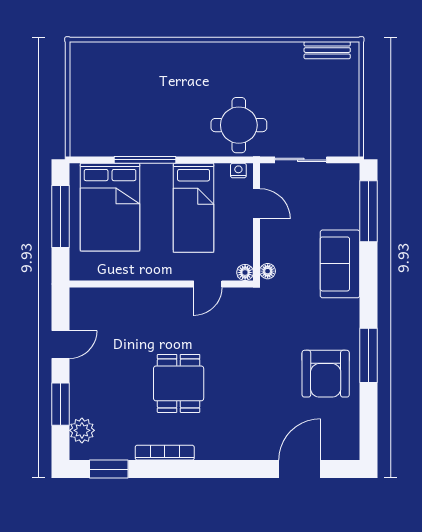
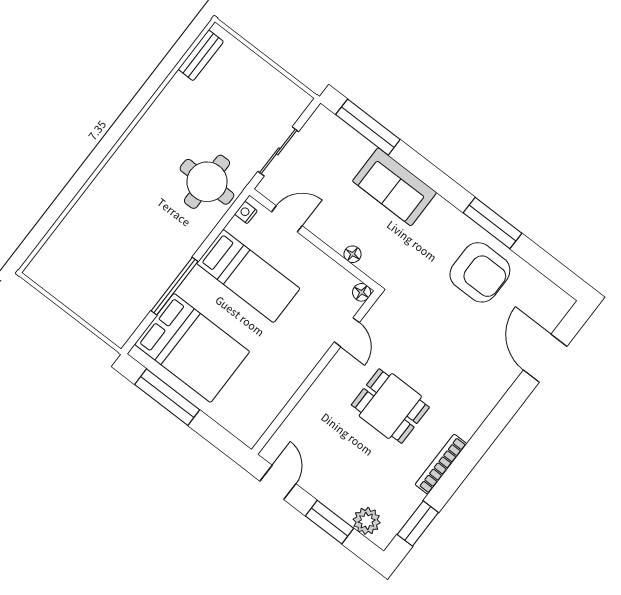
floor lamp: (245, 272) -> (362, 292), moved
wall: (161, 284) -> (316, 373), moved
door: (208, 284) -> (347, 332), moved

